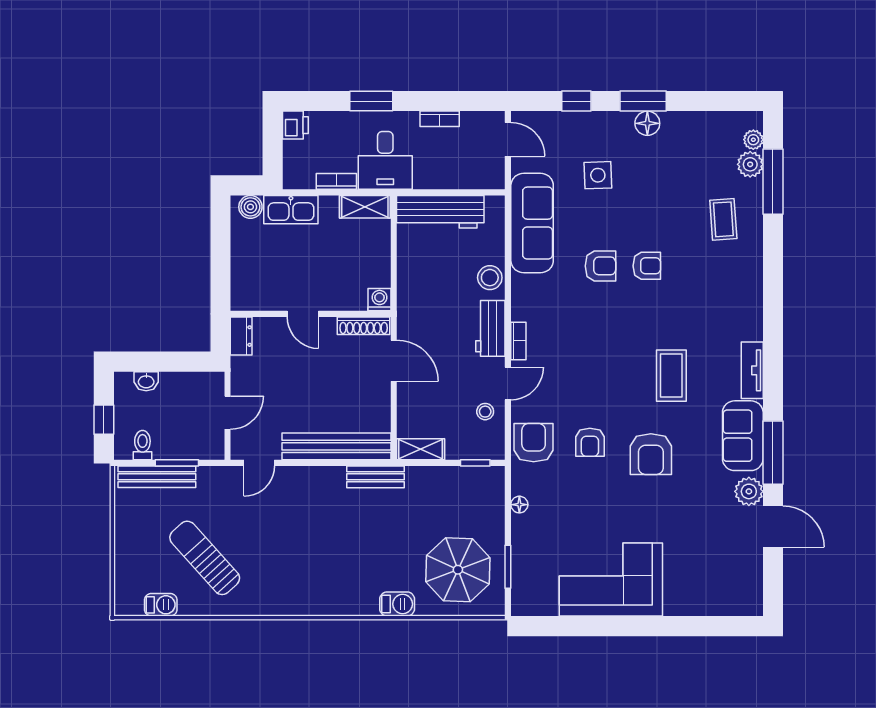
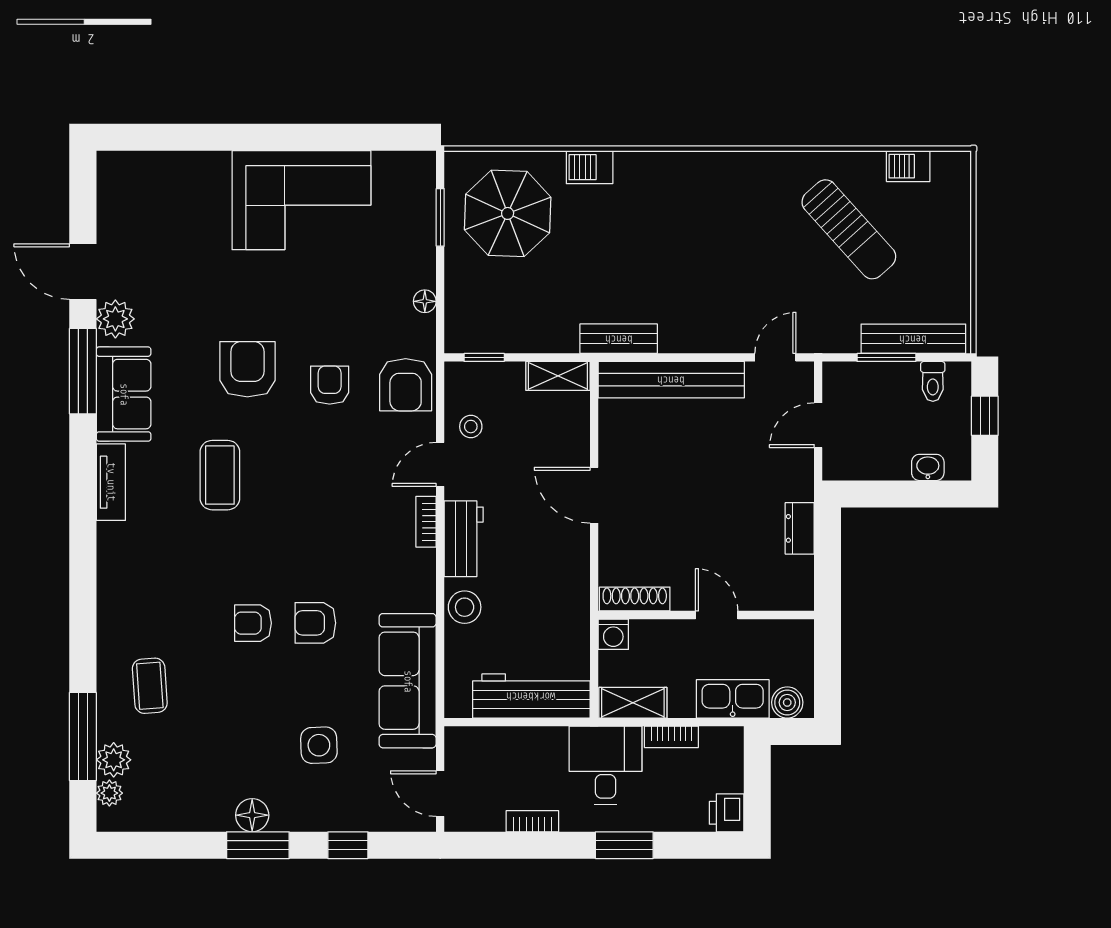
washing machine: (379, 300) -> (613, 634), moved
door: (303, 314) -> (717, 615), moved
wall: (311, 314) -> (706, 615), moved
shoe rack: (364, 326) -> (635, 599), moved

